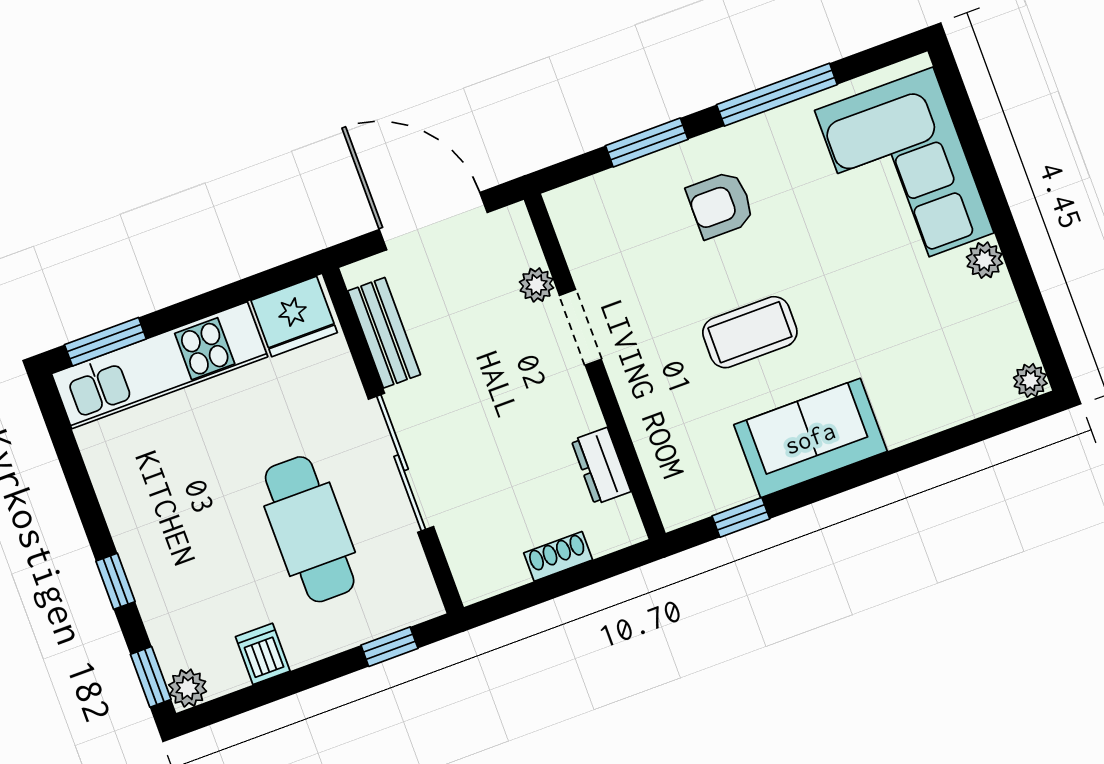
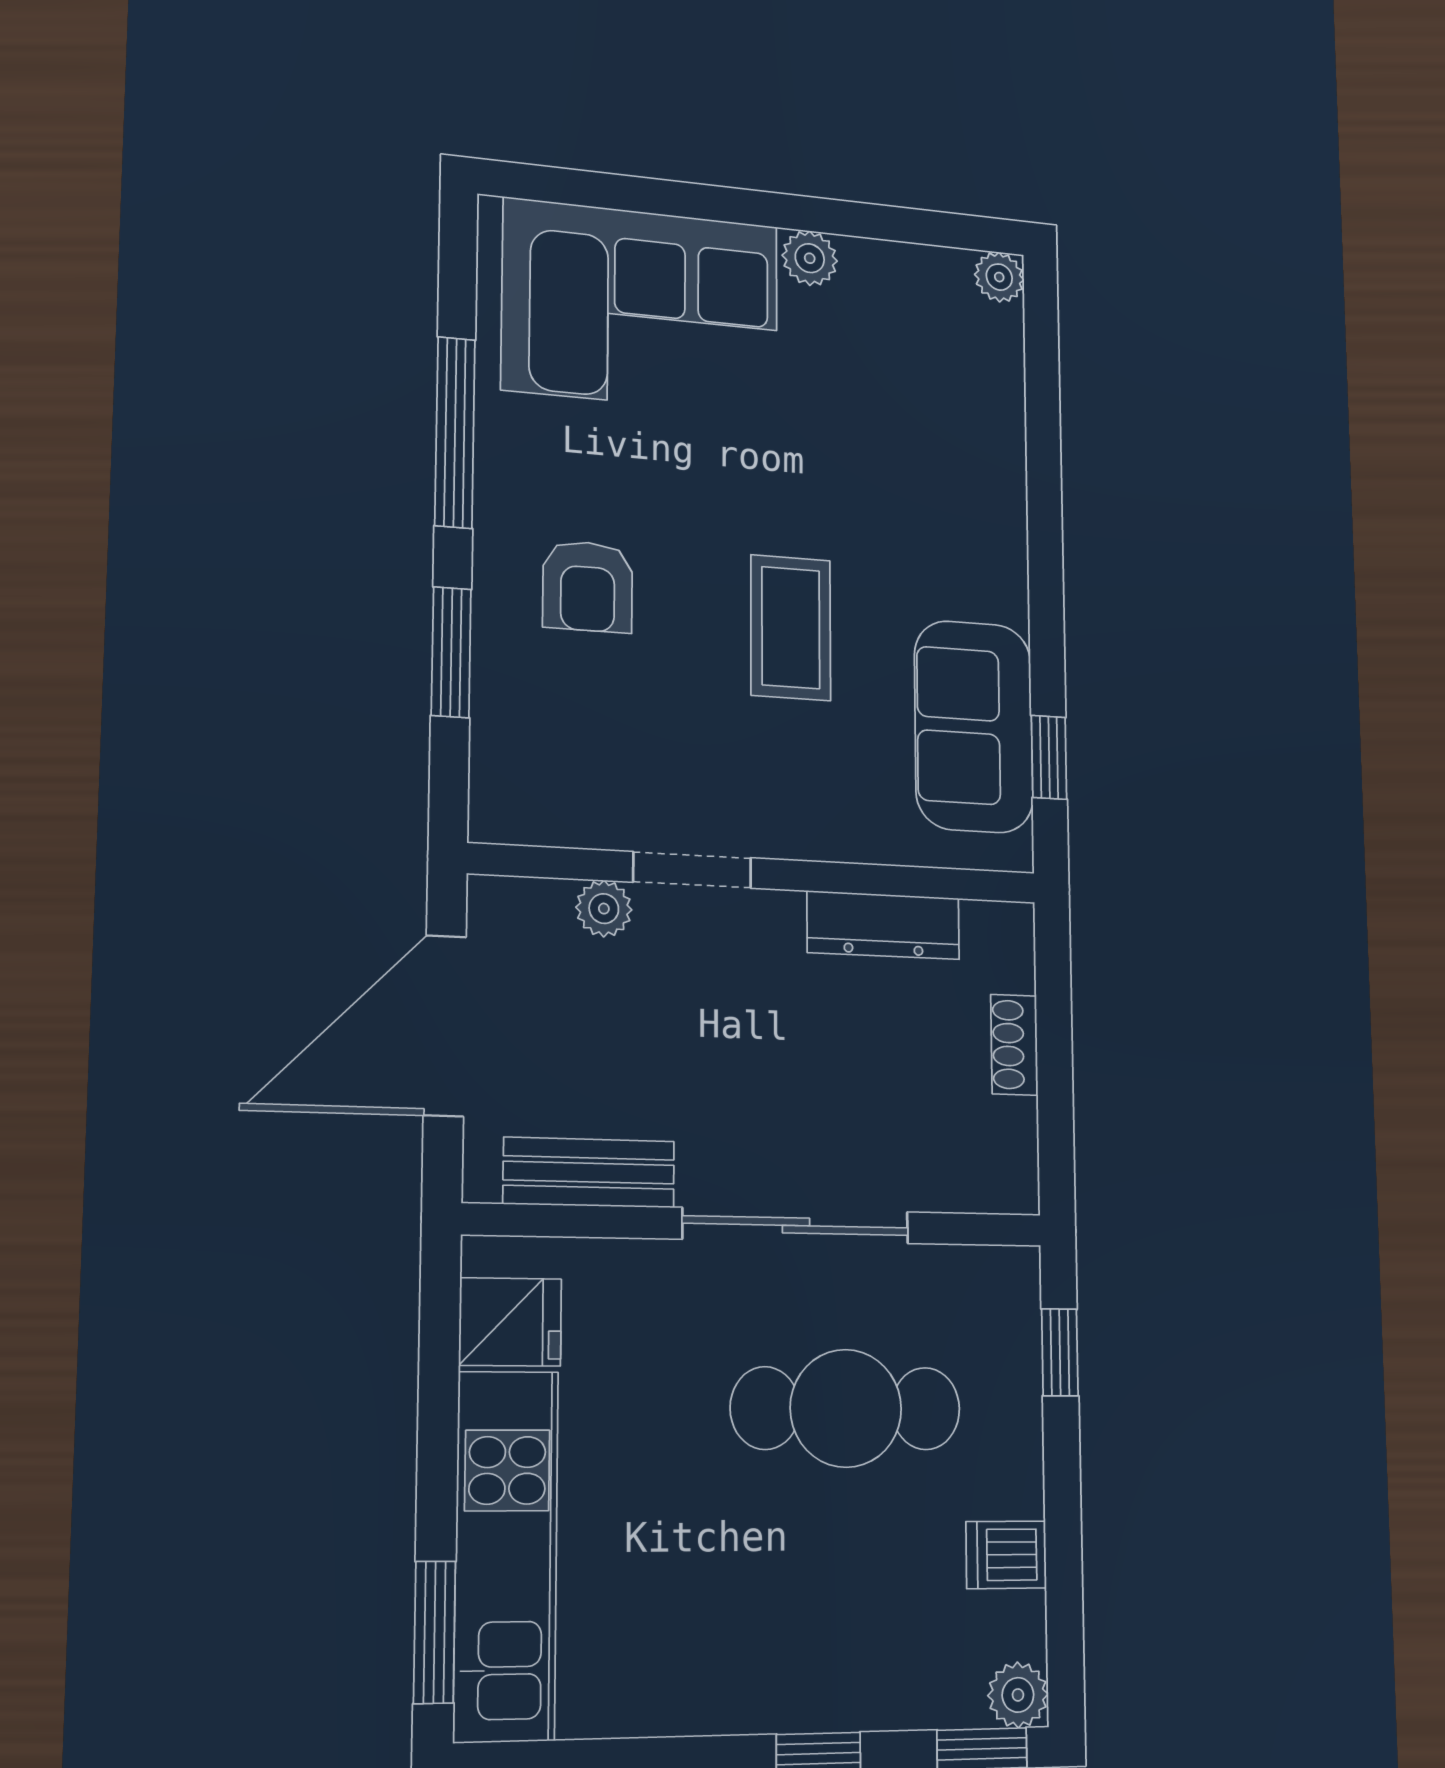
fridge: (294, 317) -> (510, 1322), width x0.72
sofa: (810, 438) -> (974, 727), moved
dresser: (601, 466) -> (883, 925), width x1.44

